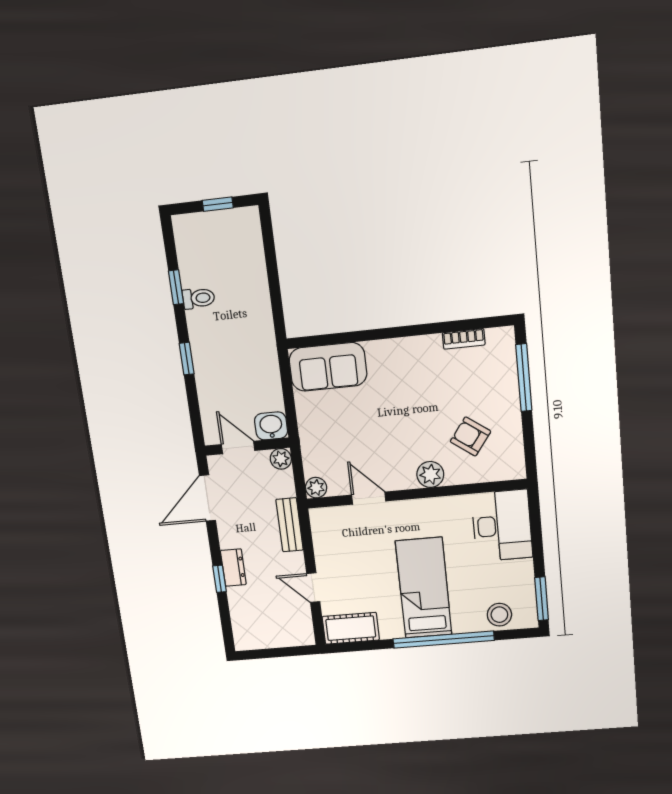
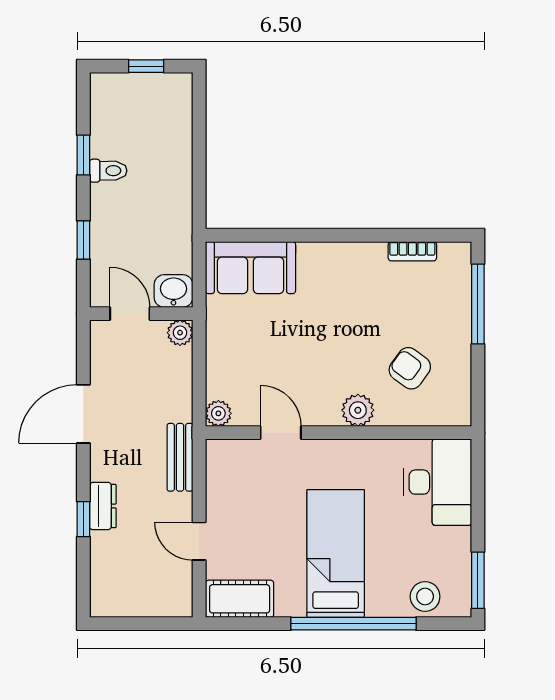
washbasin: (271, 426) -> (173, 291), moved
door: (238, 447) -> (130, 314), moved
wall: (247, 447) -> (141, 314), moved
plant: (281, 459) -> (180, 333), moved

